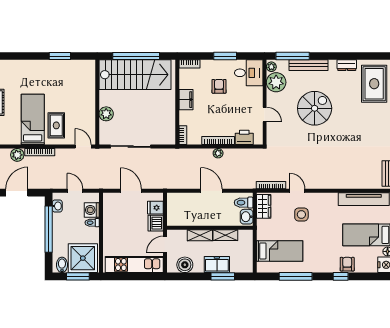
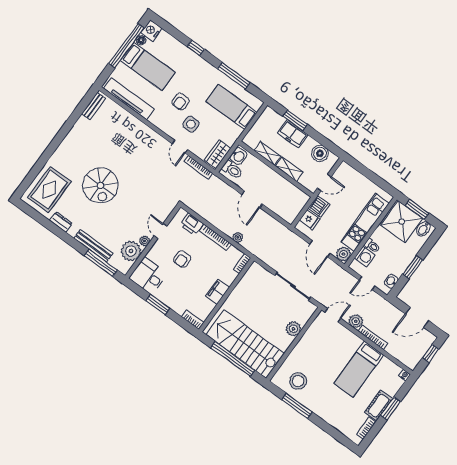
window: (60, 56) -> (297, 406), width x1.44
plant: (271, 67) -> (145, 241), moved
stool: (73, 76) -> (298, 381), added
armchair: (219, 86) -> (182, 259), moved
spiral stairs: (315, 108) -> (100, 185), moved, turned -90
rug: (56, 125) -> (343, 350), removed
door: (83, 146) -> (333, 315), swing flipped
plant: (218, 153) -> (238, 237), moved
plant: (17, 155) -> (356, 321), moved
door: (75, 191) -> (367, 283), hinge flipped
plant: (110, 200) -> (343, 254), added
window: (49, 229) -> (413, 267), width x0.47
armchair: (347, 264) -> (181, 102), moved
kitchen unit: (134, 265) -> (365, 222), moved, turned 90

